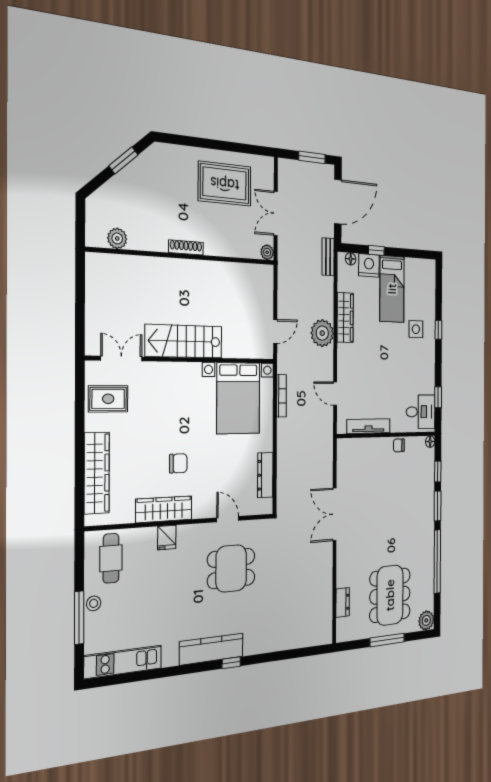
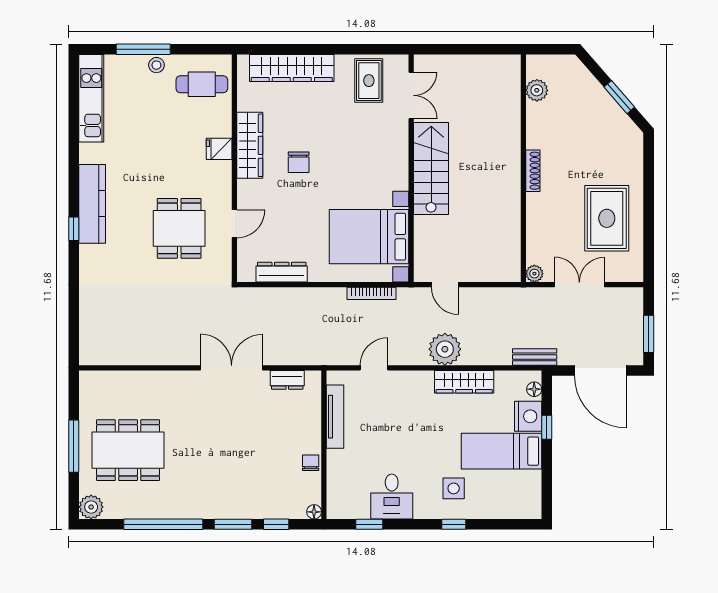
desk: (421, 412) -> (392, 497), moved
dresser: (343, 602) -> (287, 380), moved

